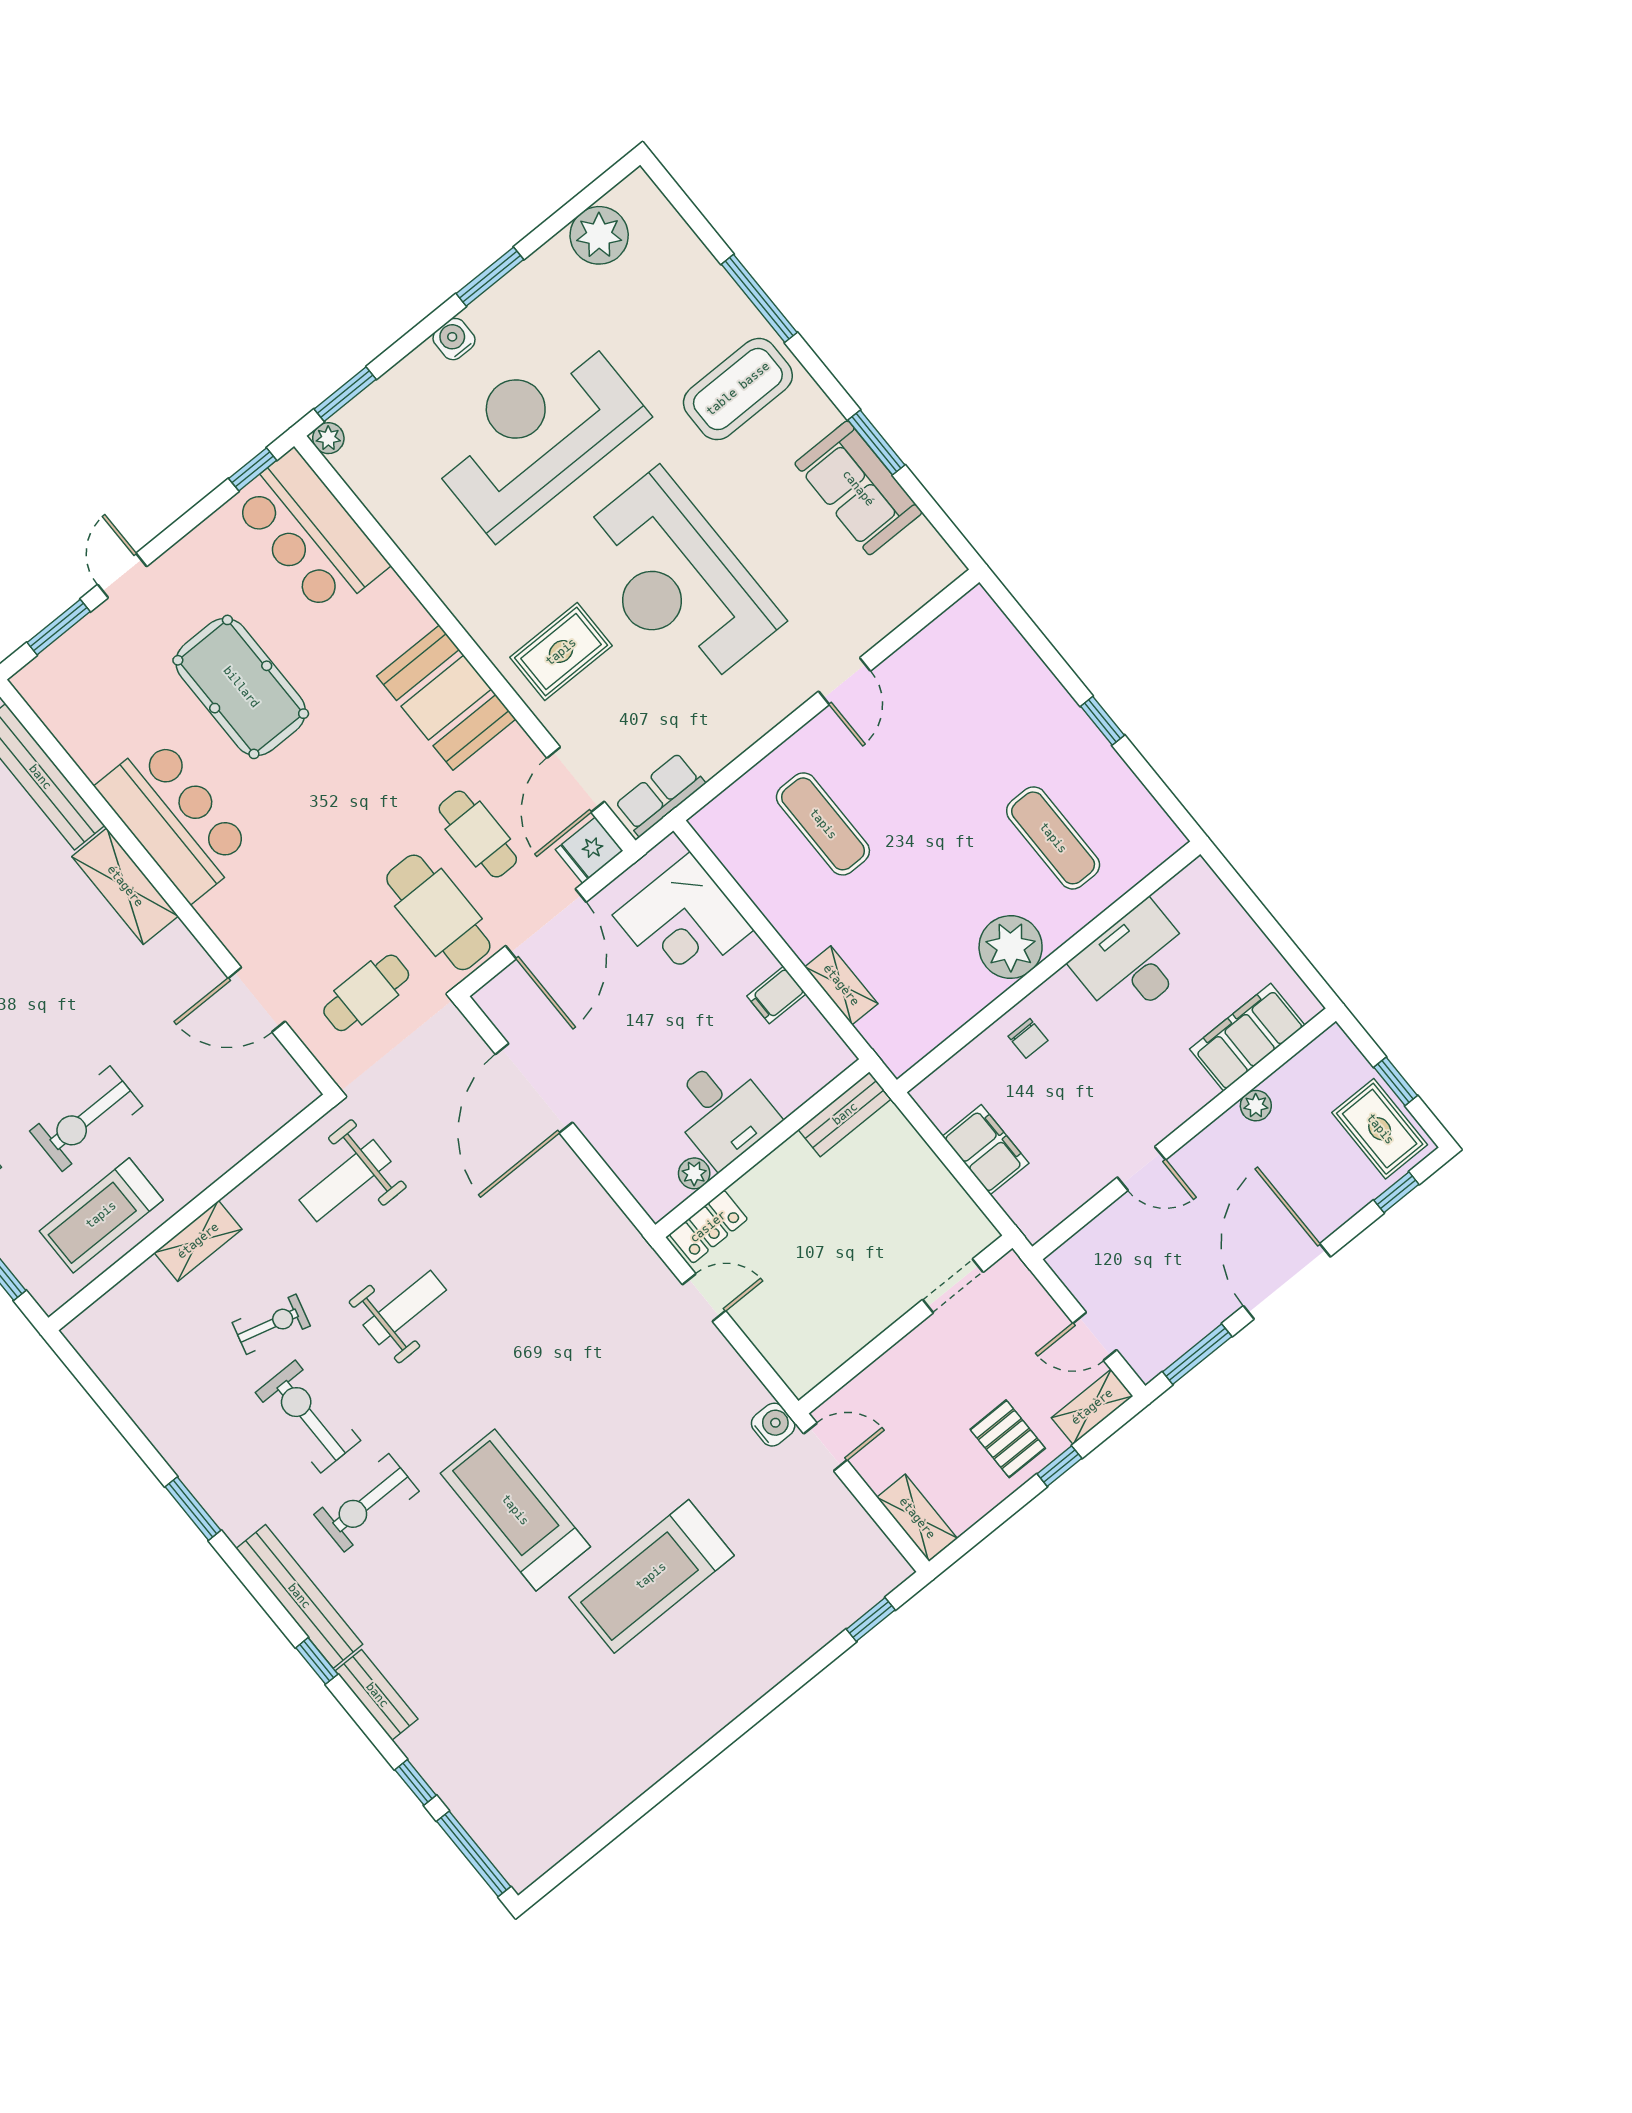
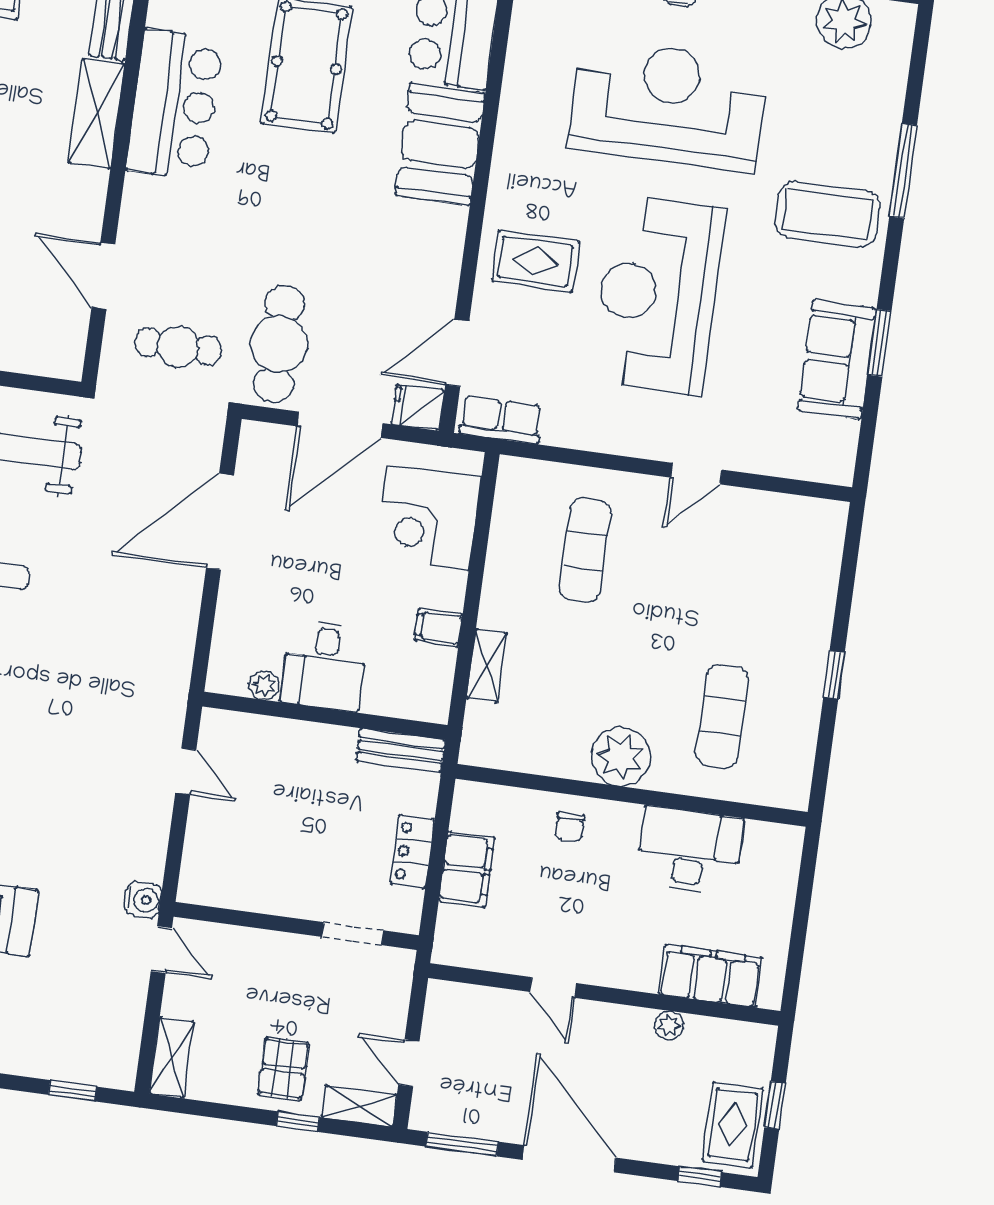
booth: (446, 698) -> (440, 144), moved
cafe table: (478, 834) -> (358, 321), removed
locker: (708, 1227) -> (412, 852), moved, turned 90
door: (1287, 1281) -> (569, 1159), hinge flipped

